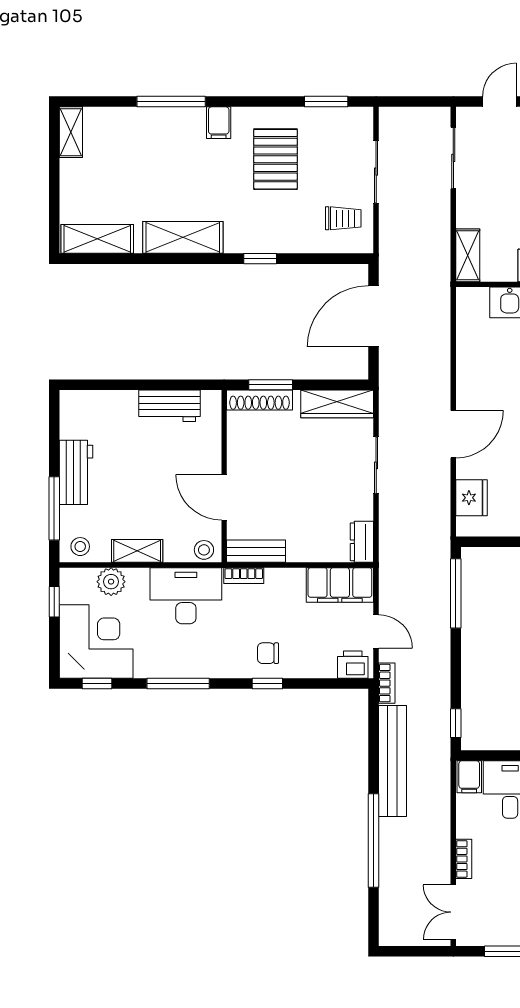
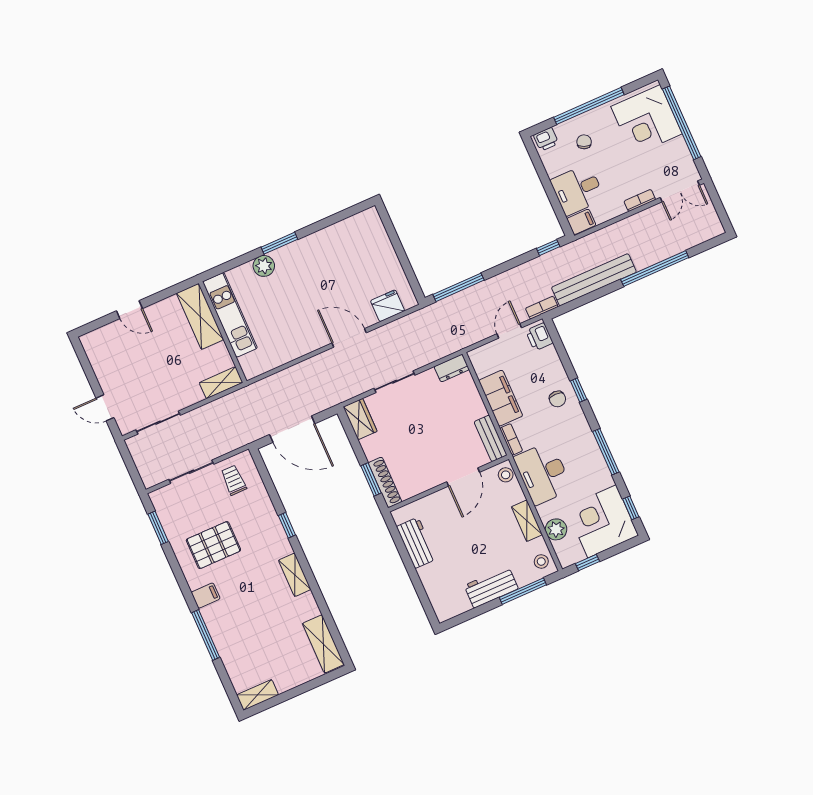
shelving: (183, 237) -> (295, 575), width x0.67, depth x0.75
wardrobe: (337, 404) -> (360, 419), width x0.67
filing cabinet: (340, 585) -> (501, 398), moved

